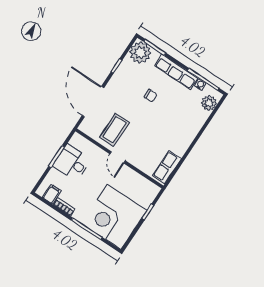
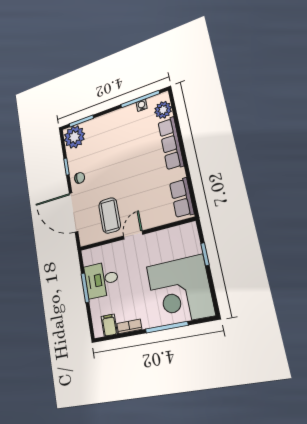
row of seats: (176, 72) -> (171, 144), moved, turned 90
chair: (151, 96) -> (80, 178), moved
door: (118, 157) -> (133, 235), swing flipped

